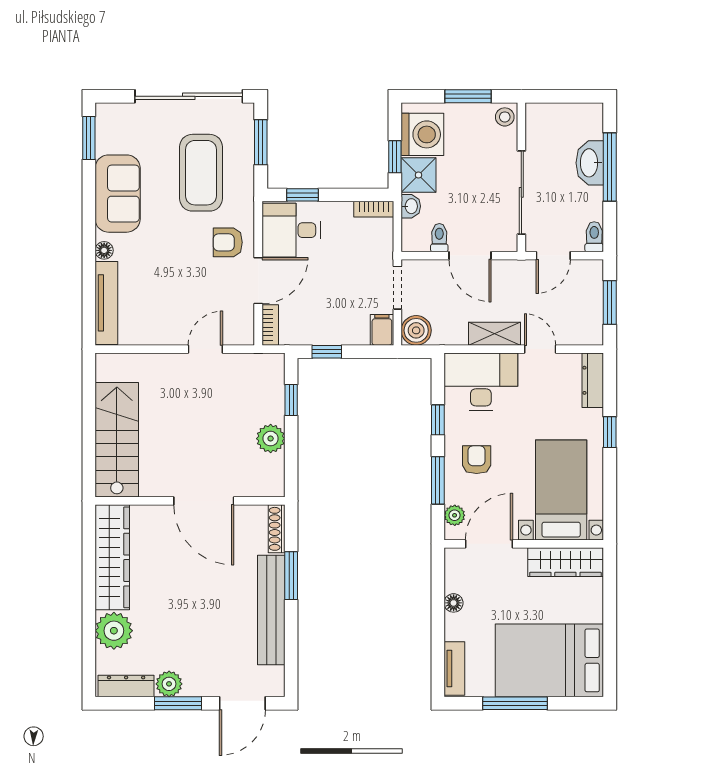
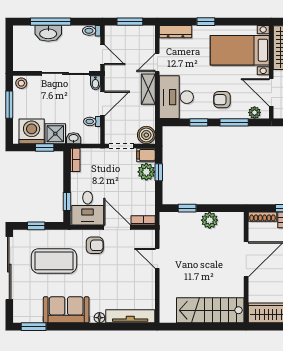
window: (261, 142) -> (36, 226), width x0.67
armchair: (228, 242) -> (95, 245), turned -90
bidet: (505, 244) -> (95, 83), added
plant: (353, 331) -> (146, 172), added
window: (327, 352) -> (159, 172), moved

